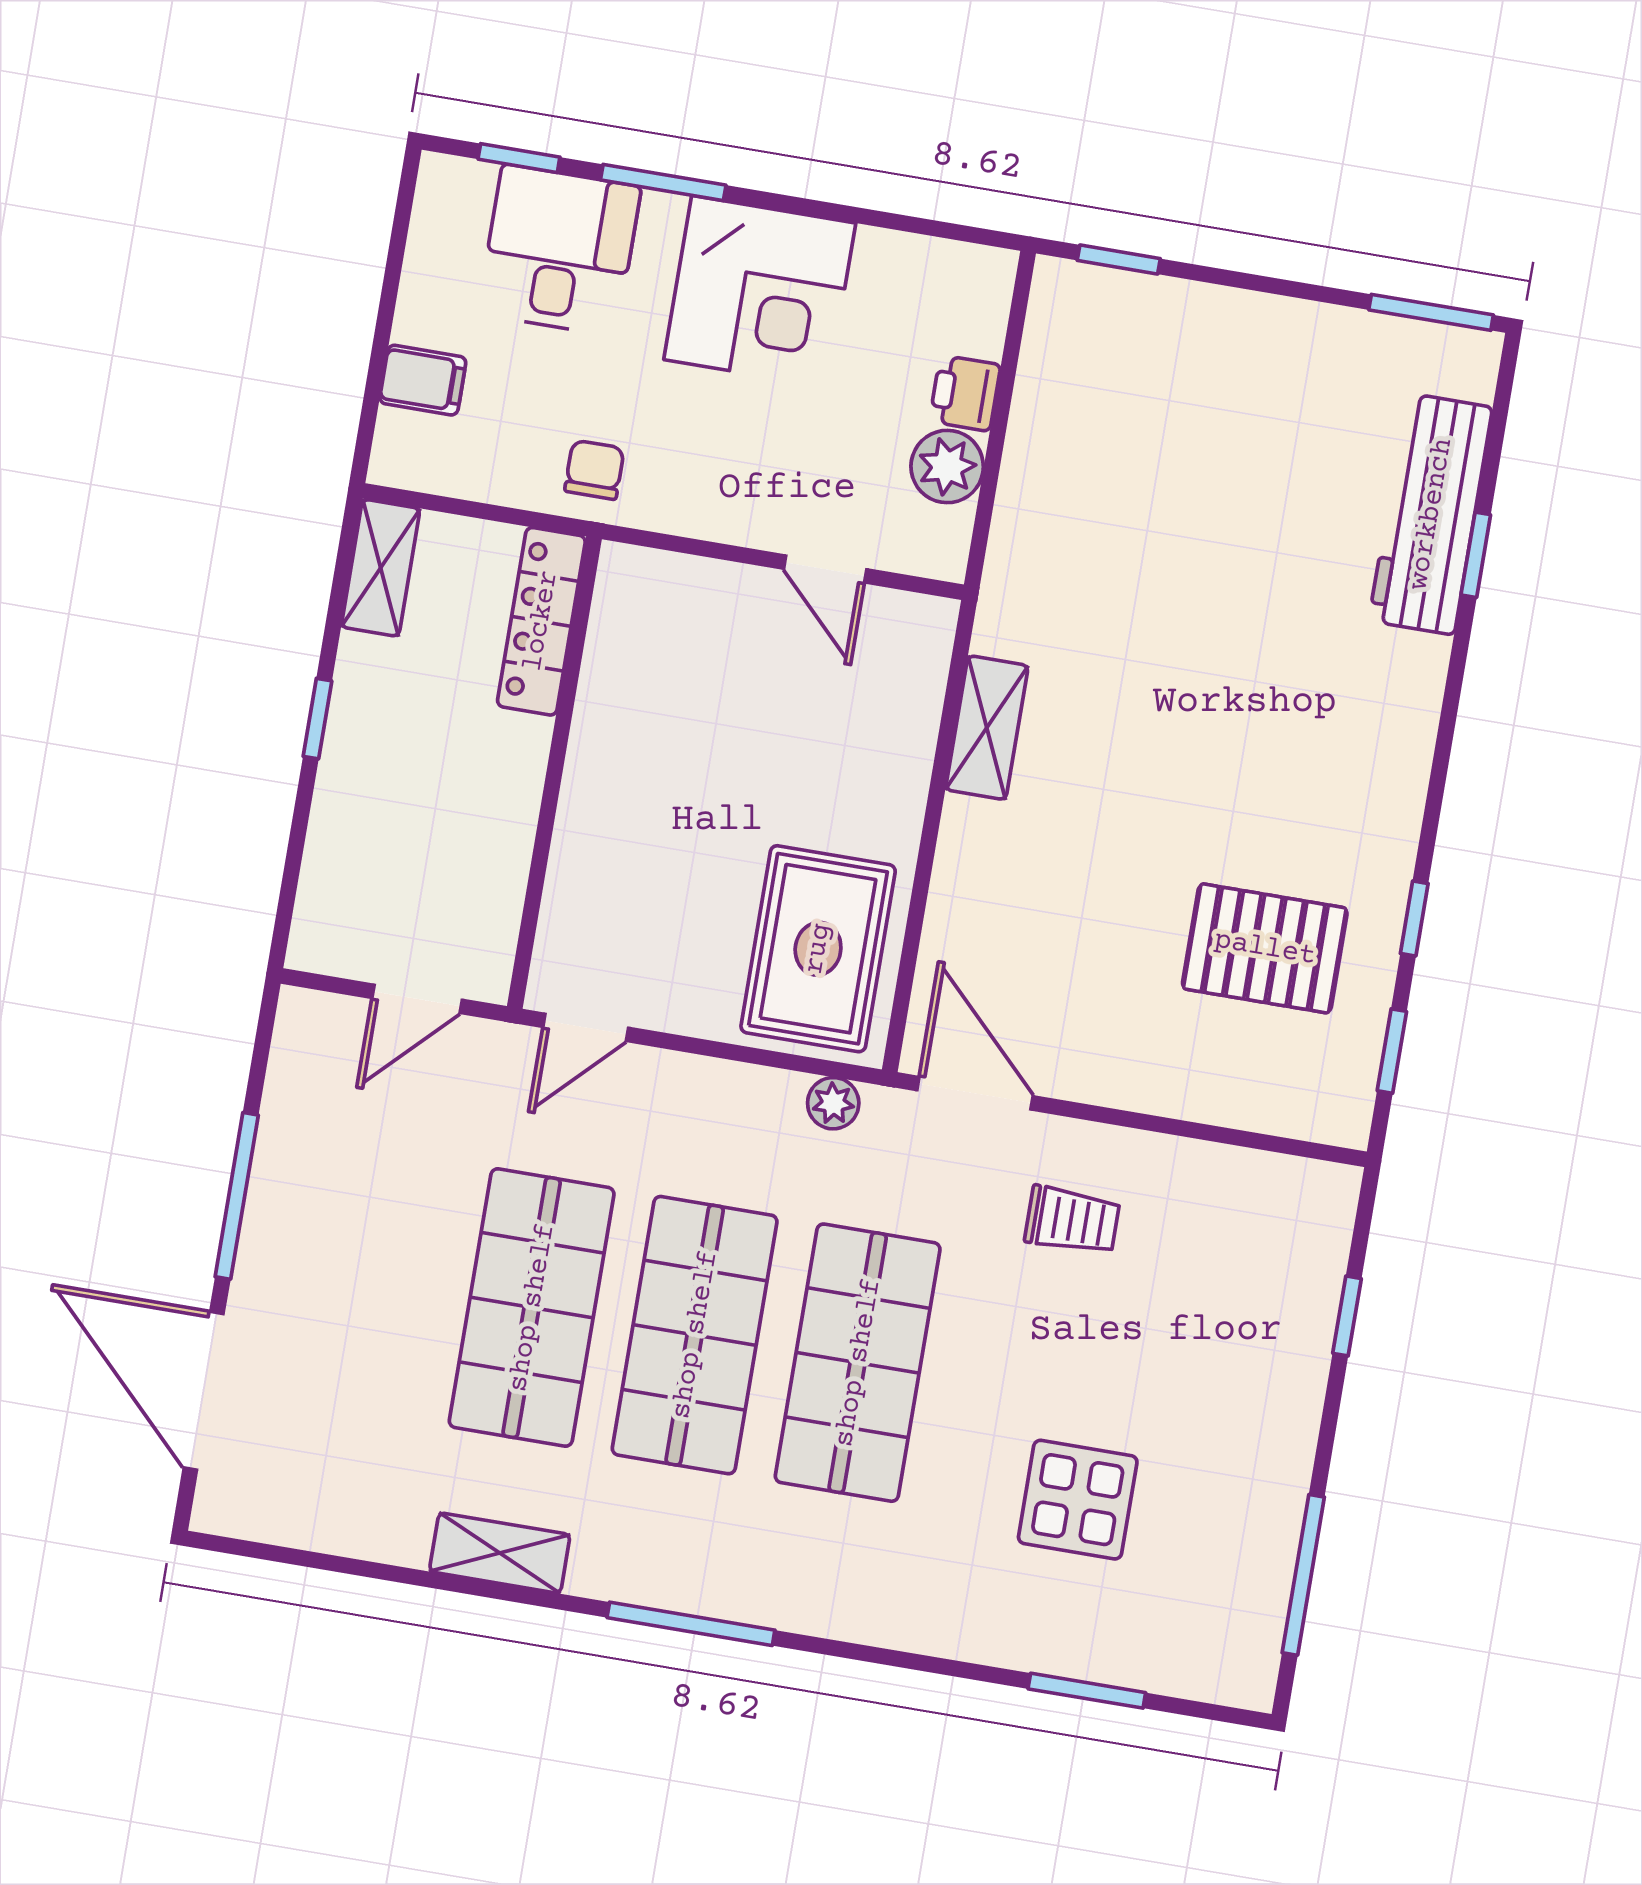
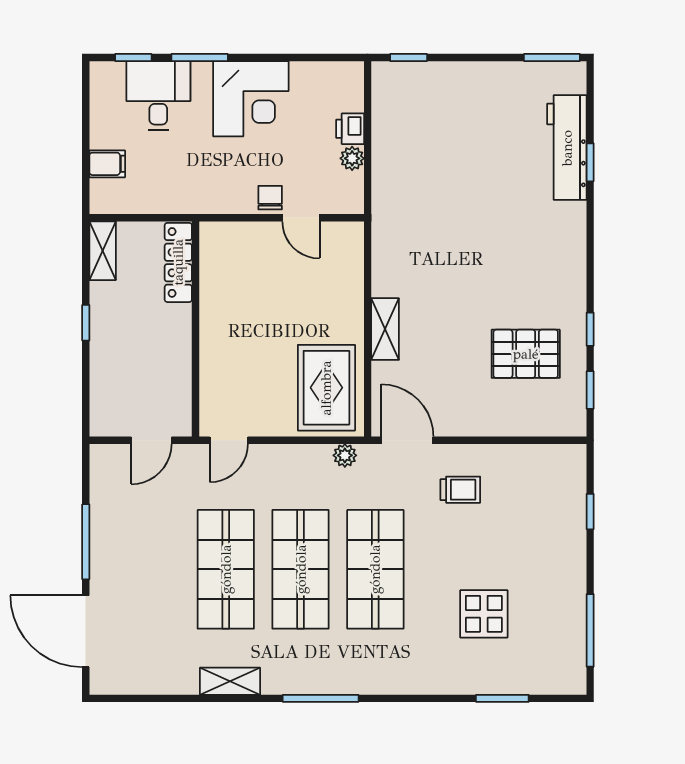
plant: (947, 467) -> (352, 158), width x0.73, depth x0.73
chair: (594, 470) -> (270, 198), moved
shelving: (987, 728) -> (385, 329), moved

